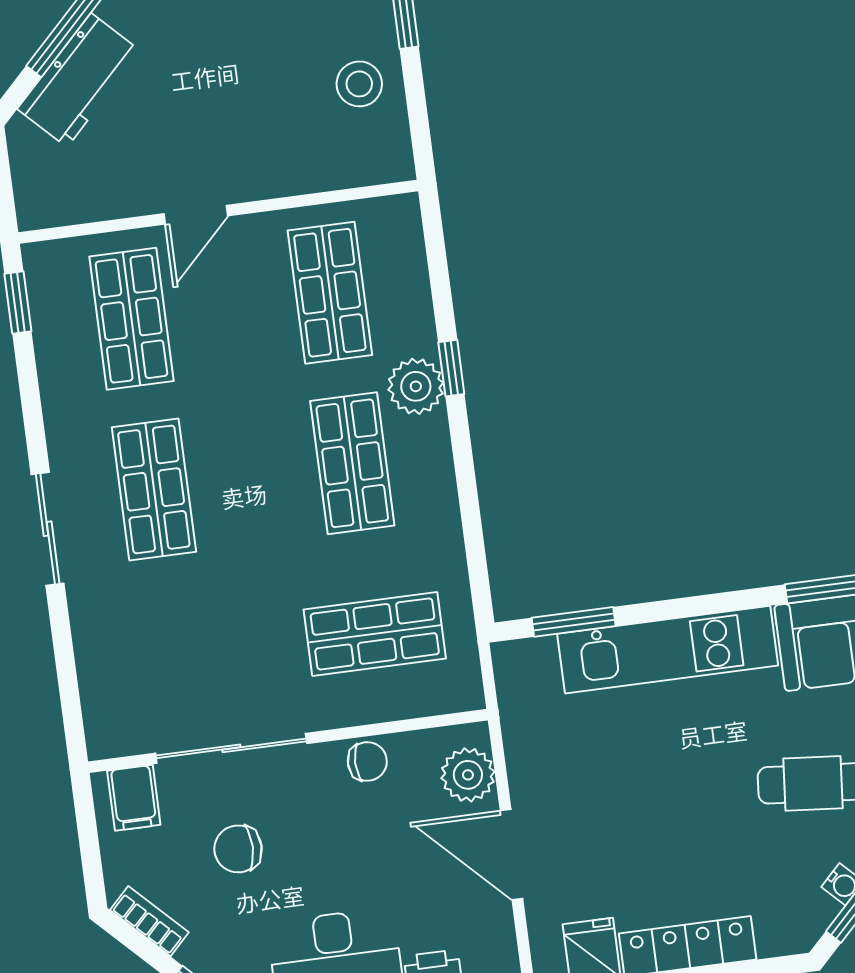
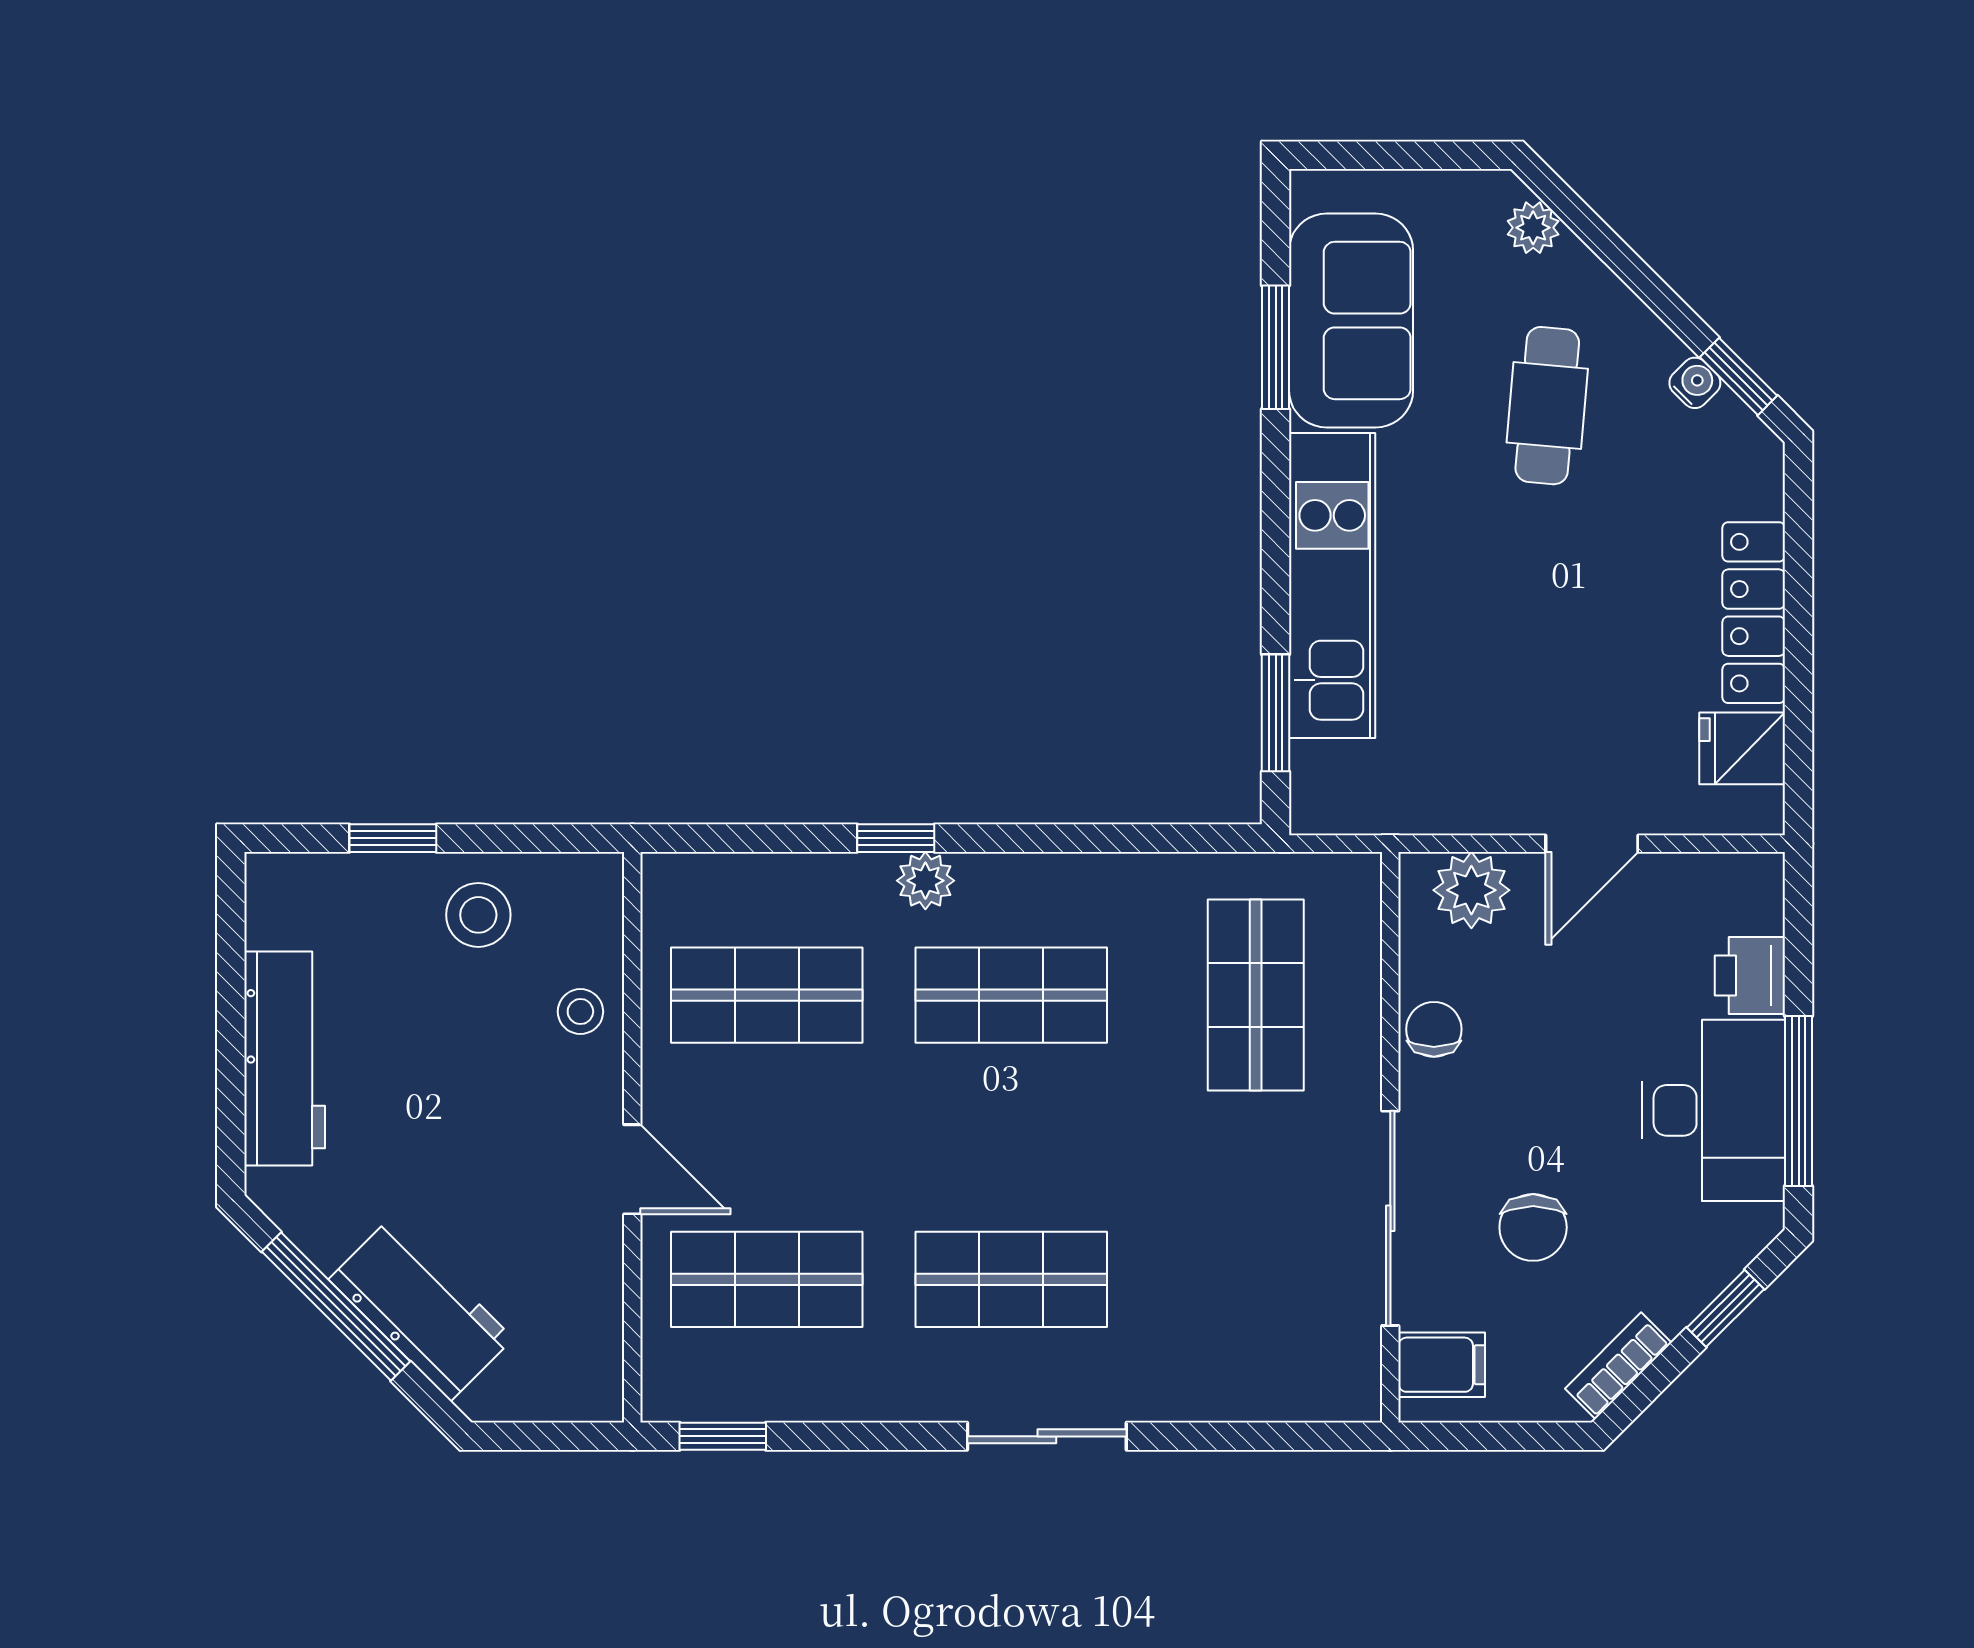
stool: (301, 164) -> (580, 1012), added
plant: (416, 386) -> (925, 881), width x0.73, depth x0.73
door: (511, 855) -> (1592, 844), width x0.73

